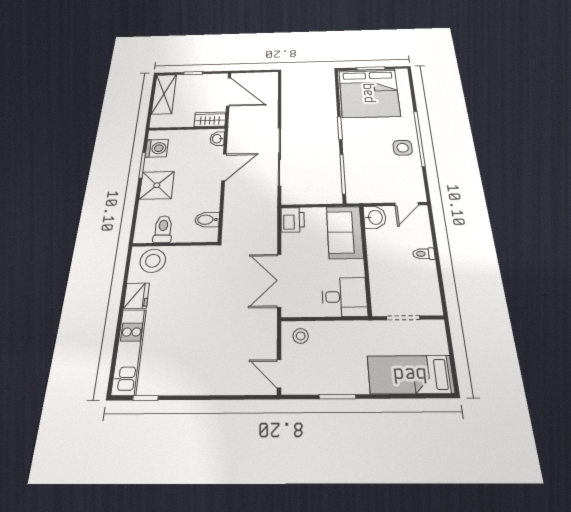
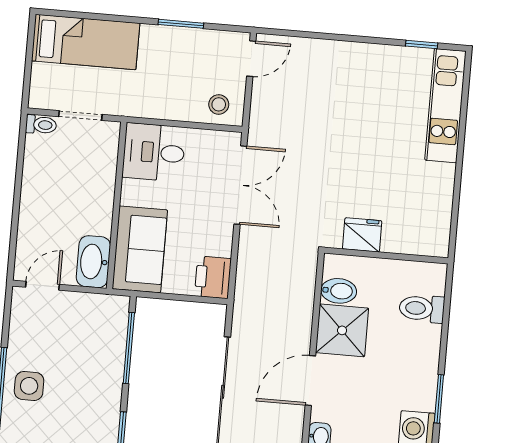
shower: (157, 185) -> (342, 330), moved
washbasin: (375, 217) -> (93, 262), width x1.38
toilet: (163, 229) -> (422, 308), moved, turned 90
toilet: (424, 254) -> (41, 125), moved
stool: (153, 261) -> (418, 233), removed
fridge: (136, 296) -> (362, 235), moved, turned 90
door: (279, 374) -> (251, 59), hinge flipped

